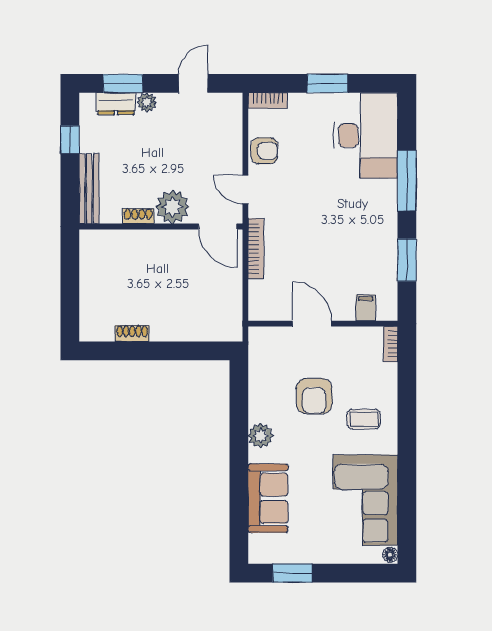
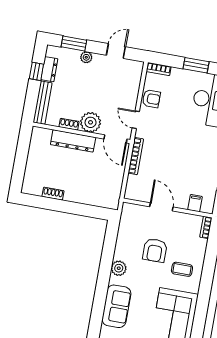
dresser: (116, 104) -> (49, 69), moved, turned -90
dresser: (150, 242) -> (73, 141), added

